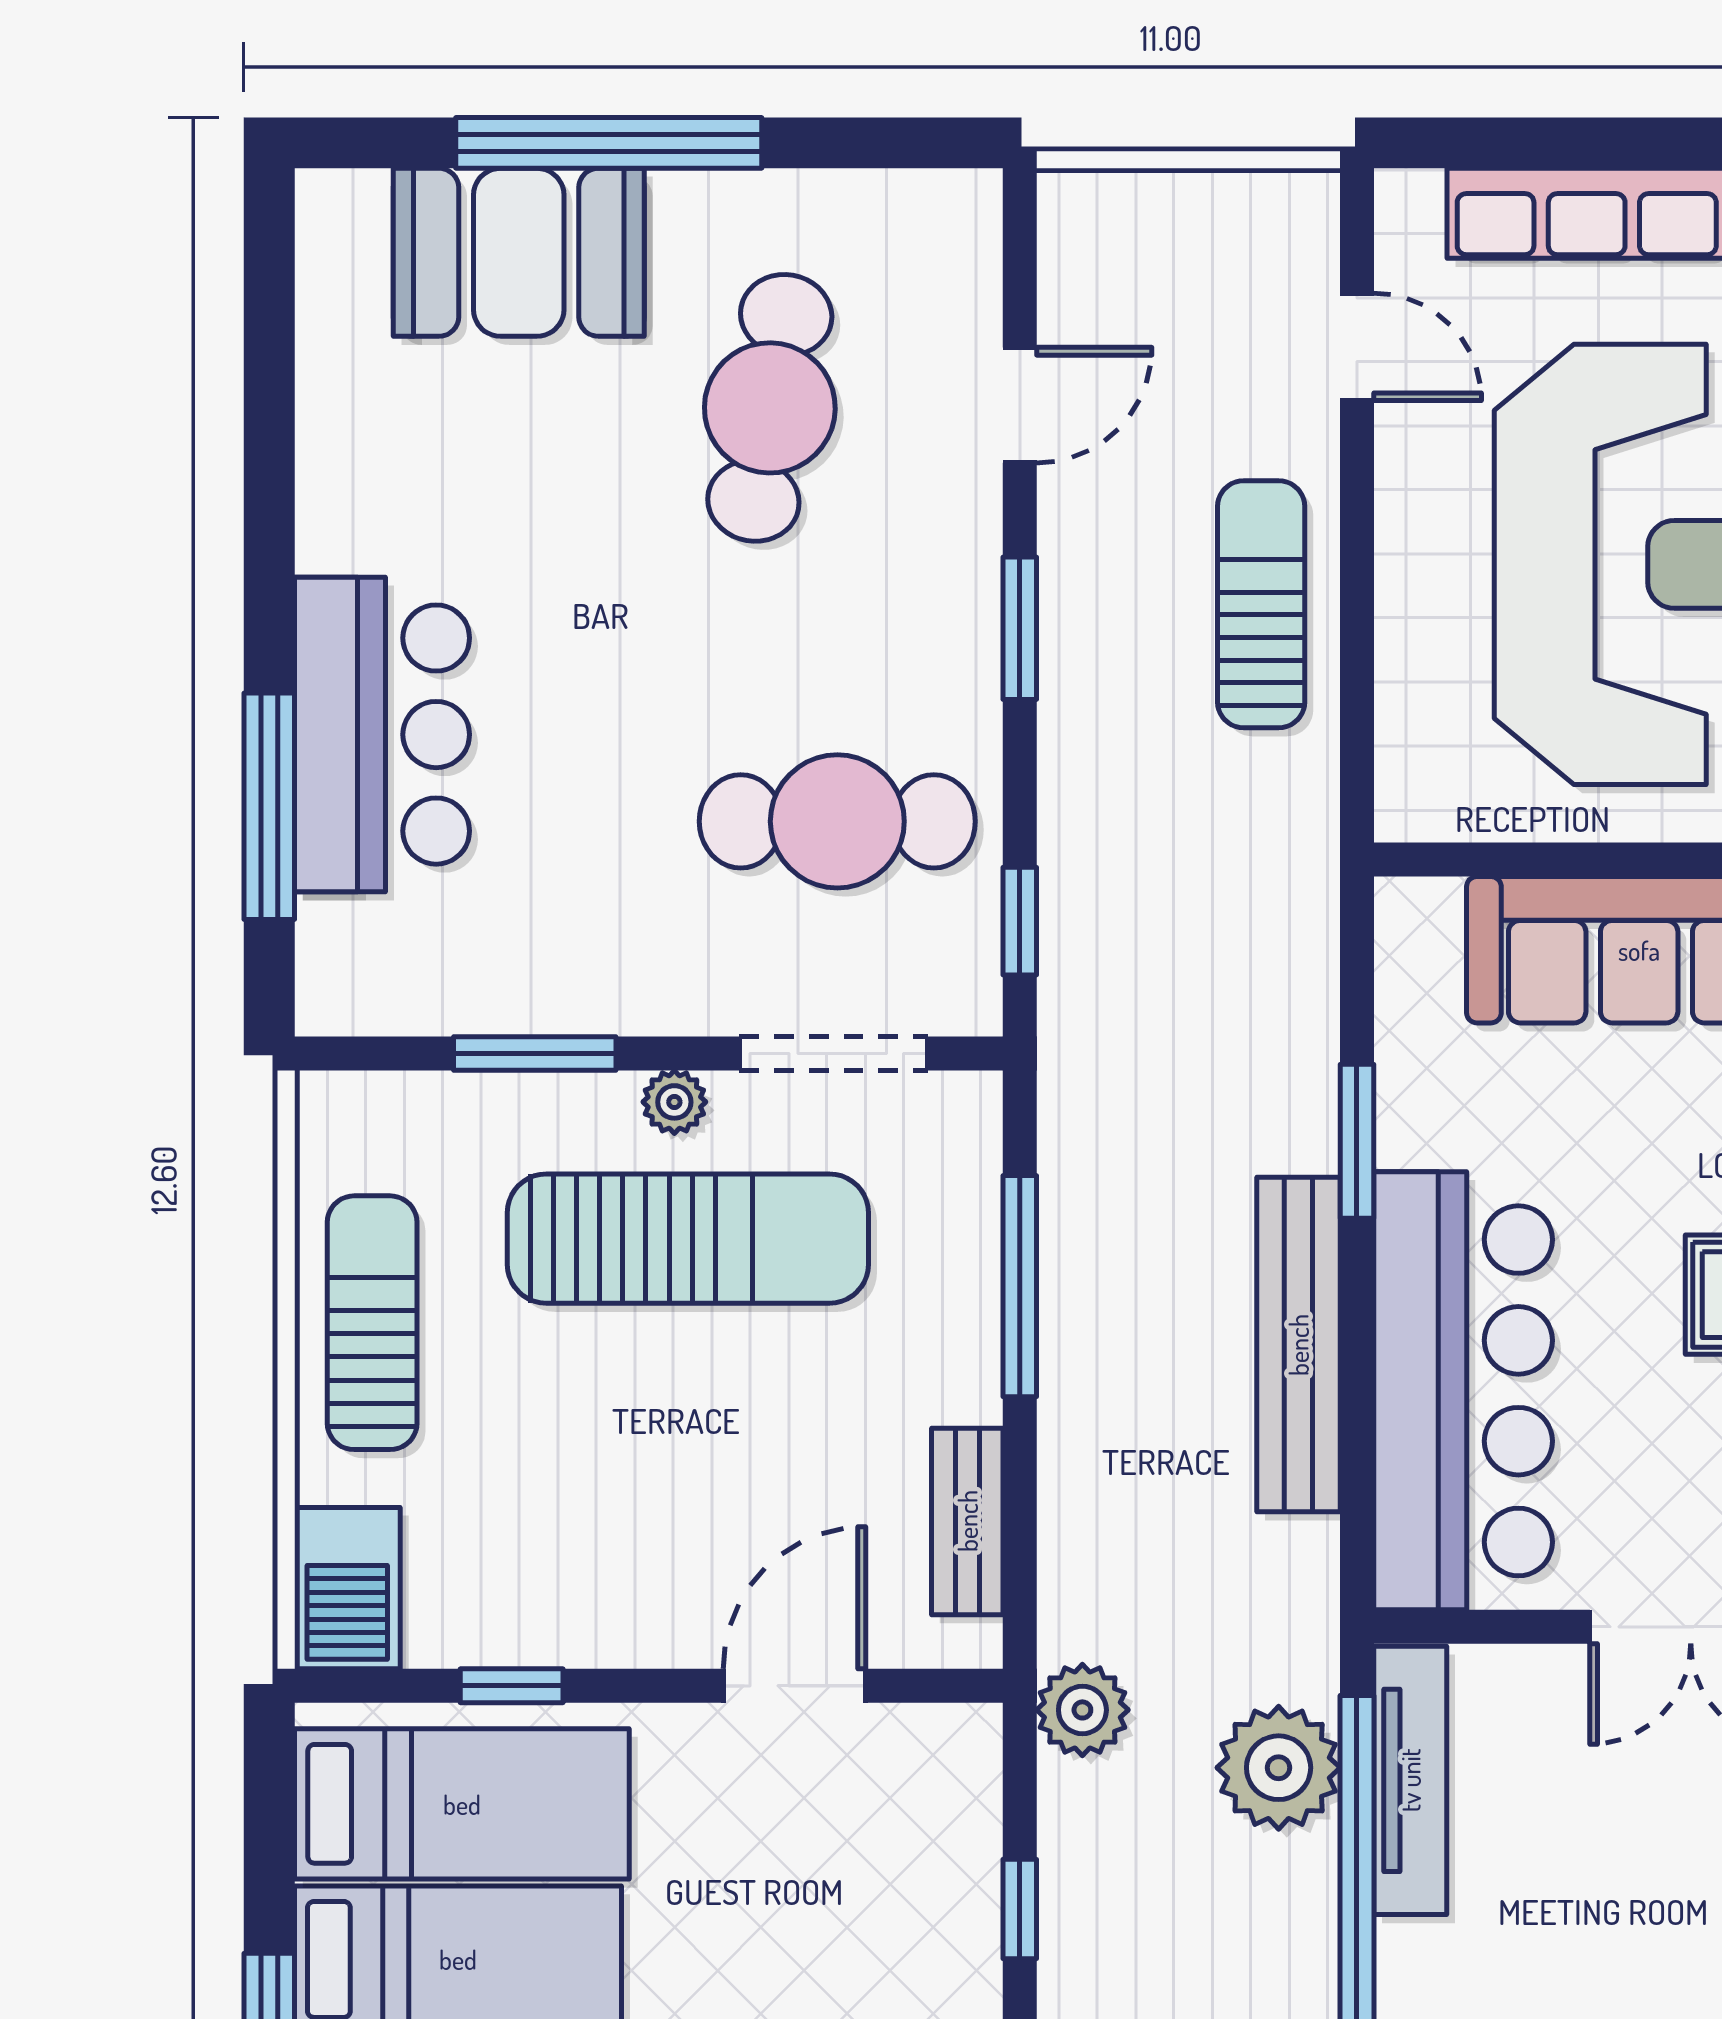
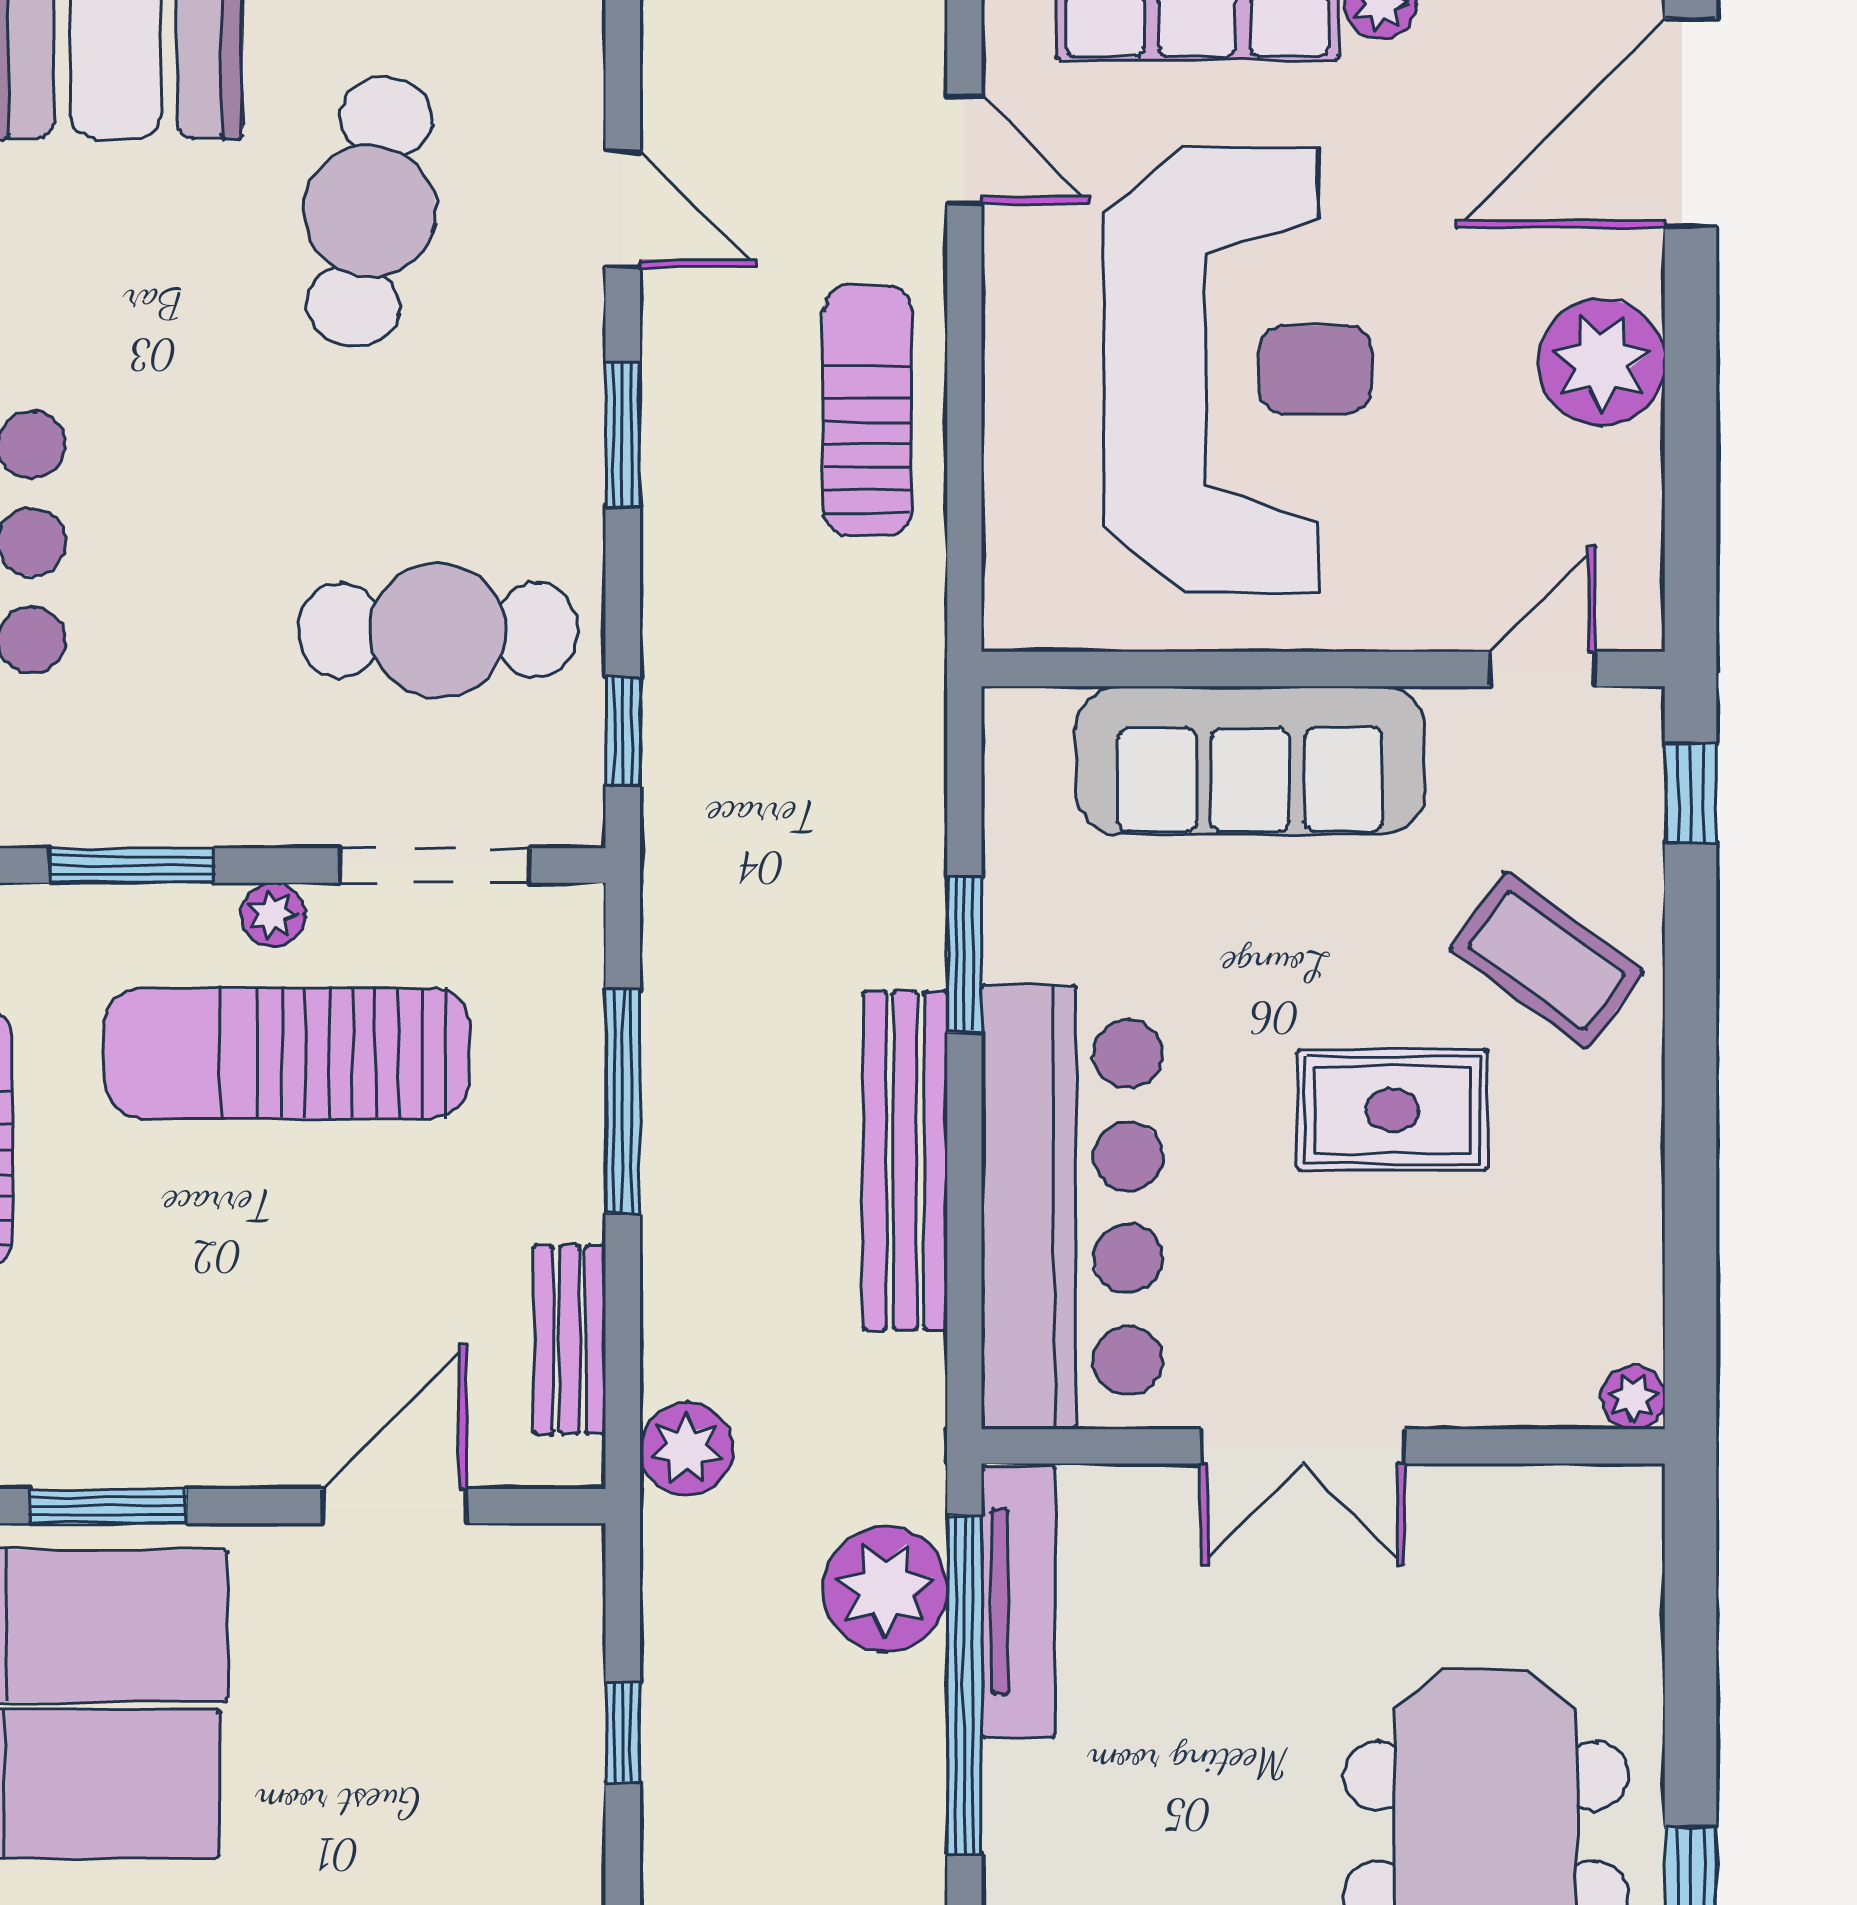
door: (1020, 405) -> (623, 209), hinge flipped
sun lounger: (688, 1239) -> (287, 1053), turned 180
window: (512, 1686) -> (108, 1506), width x1.50
plant: (1082, 1710) -> (686, 1449), moved

